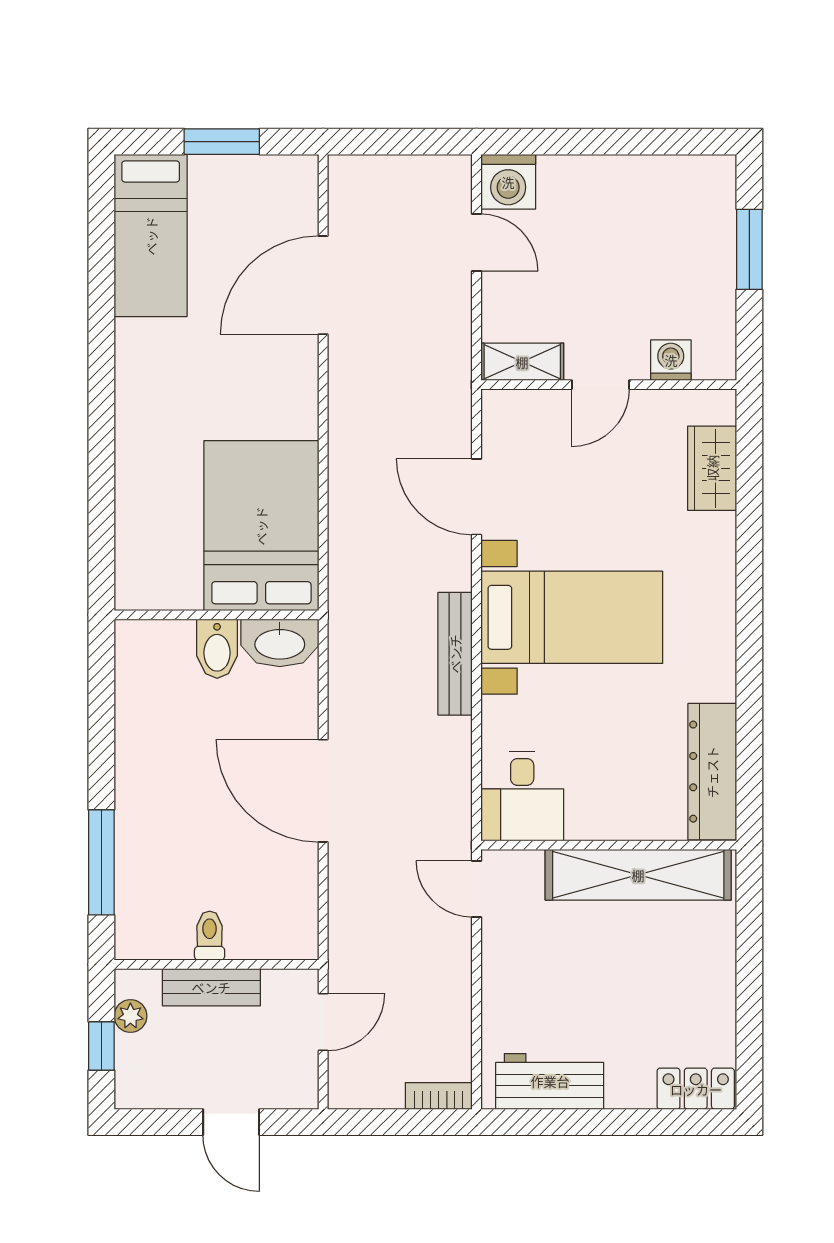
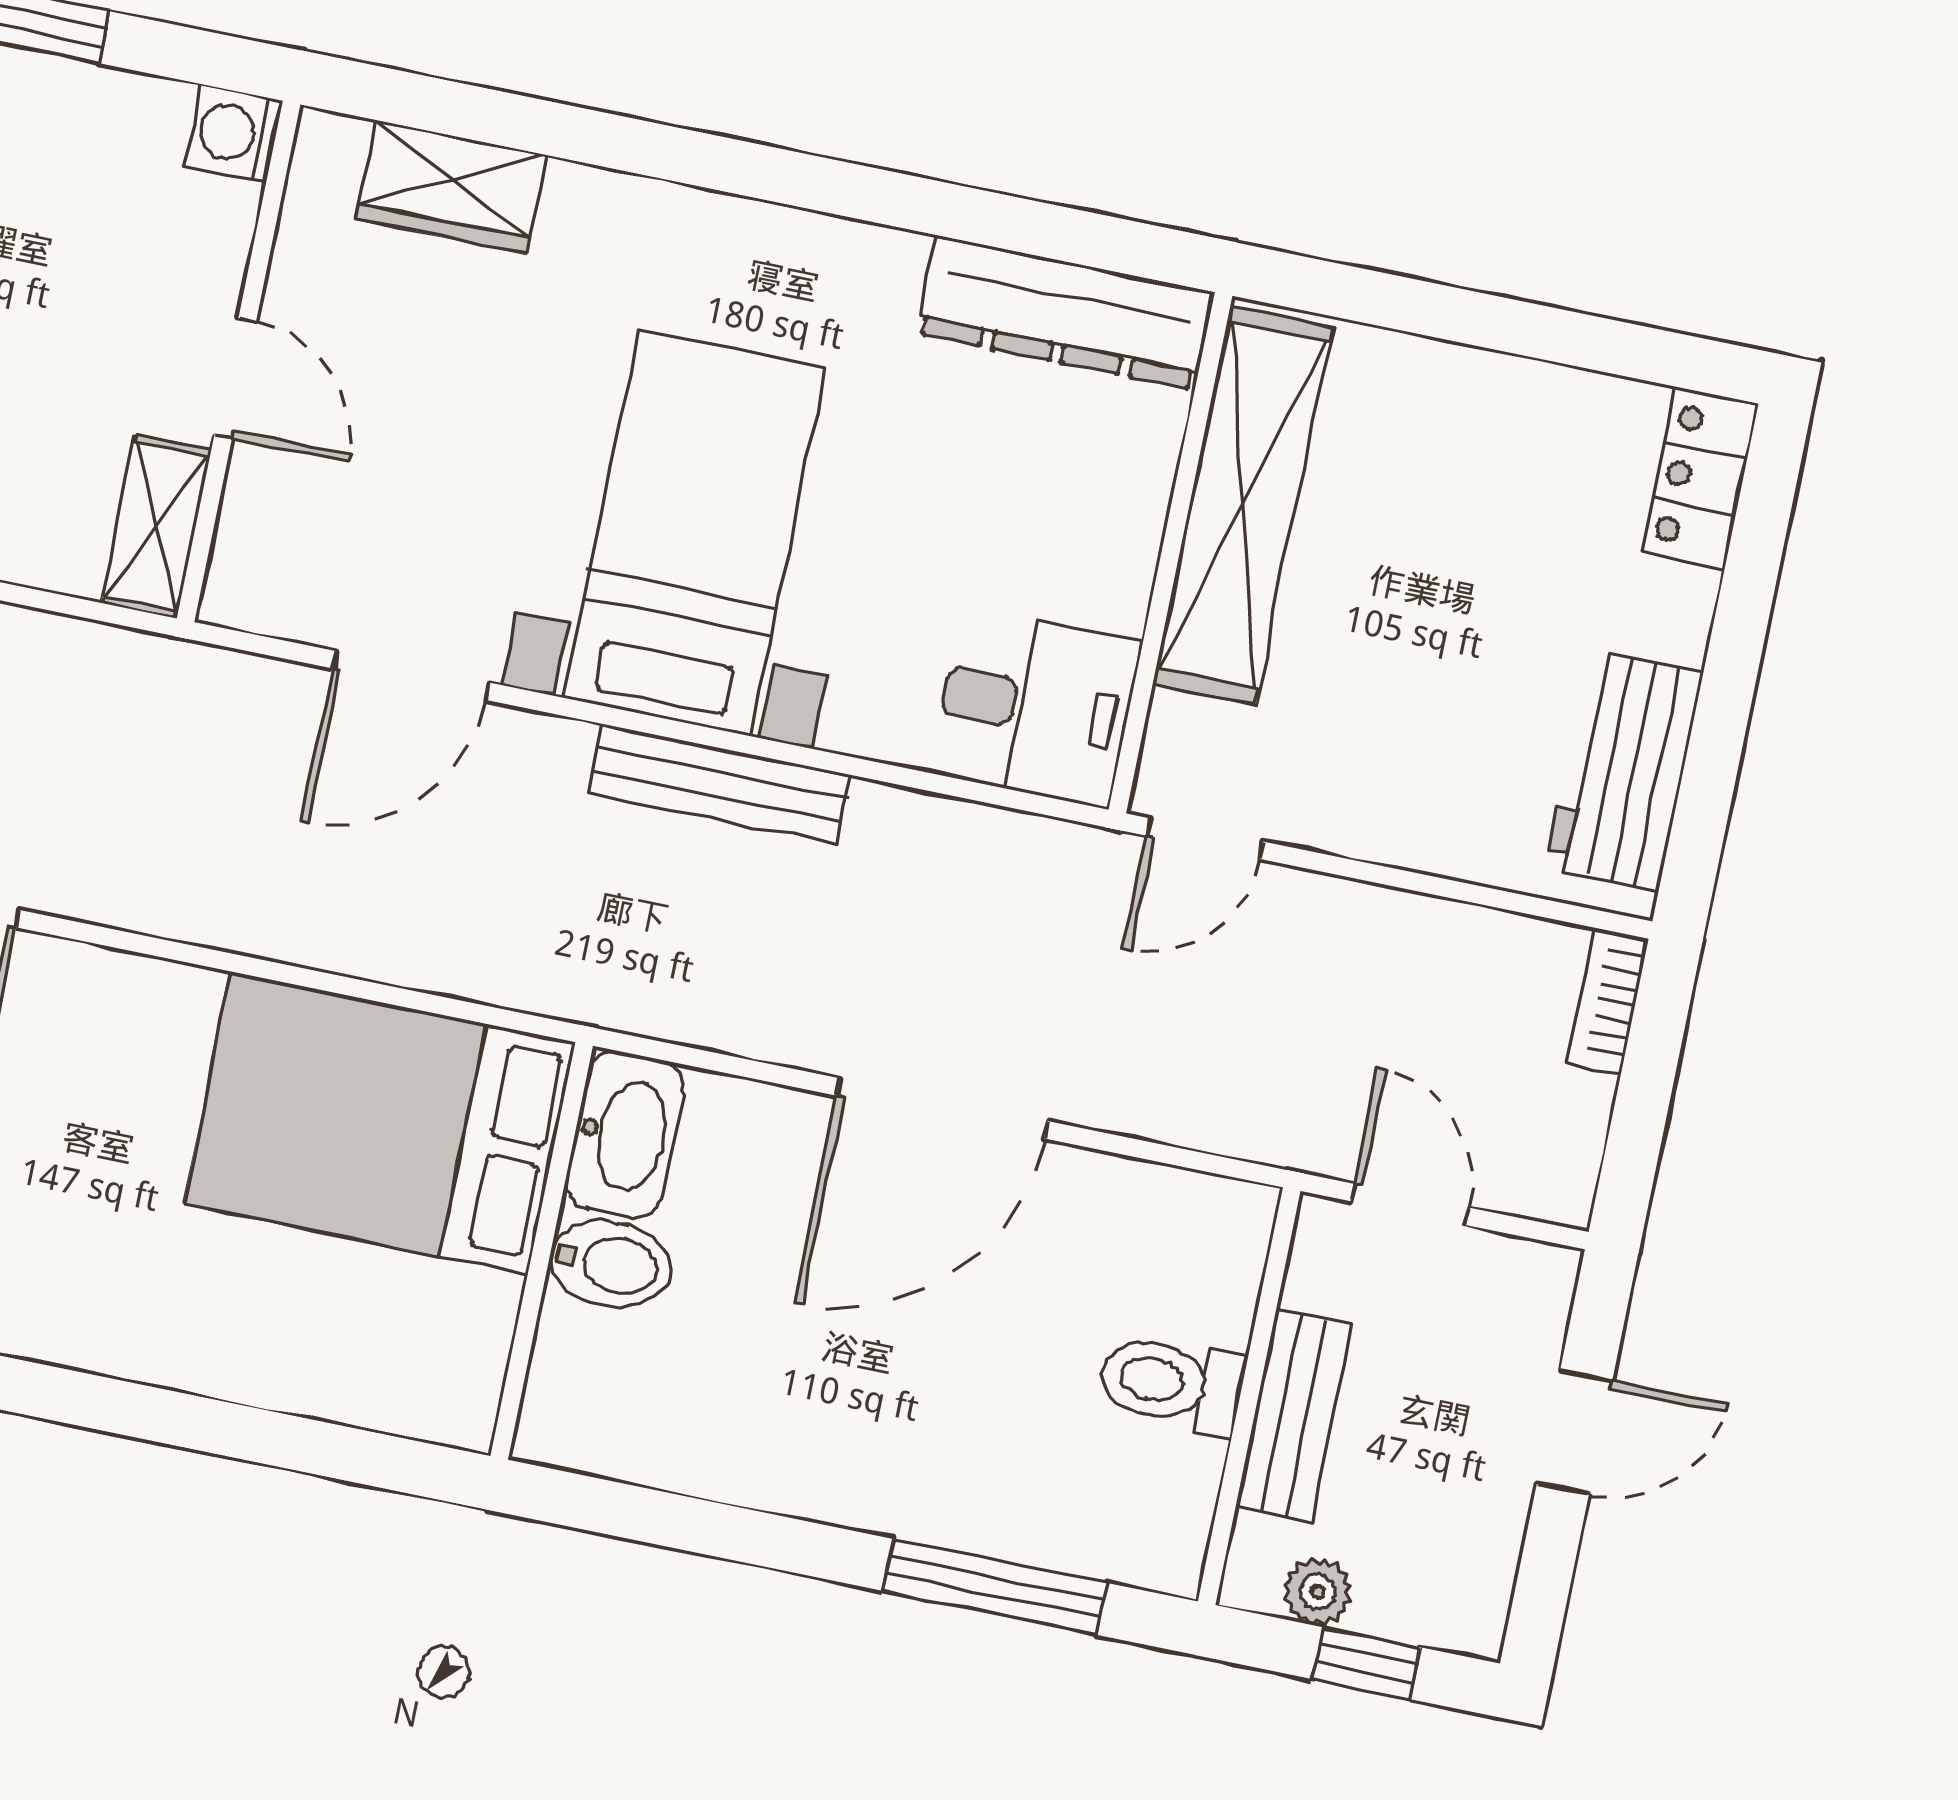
washing machine: (671, 360) -> (234, 133), moved
toilet: (210, 936) -> (1171, 1383), width x1.37, depth x1.39

